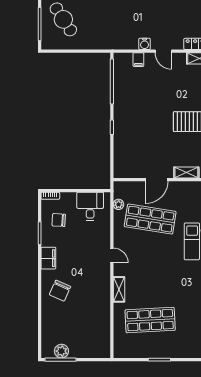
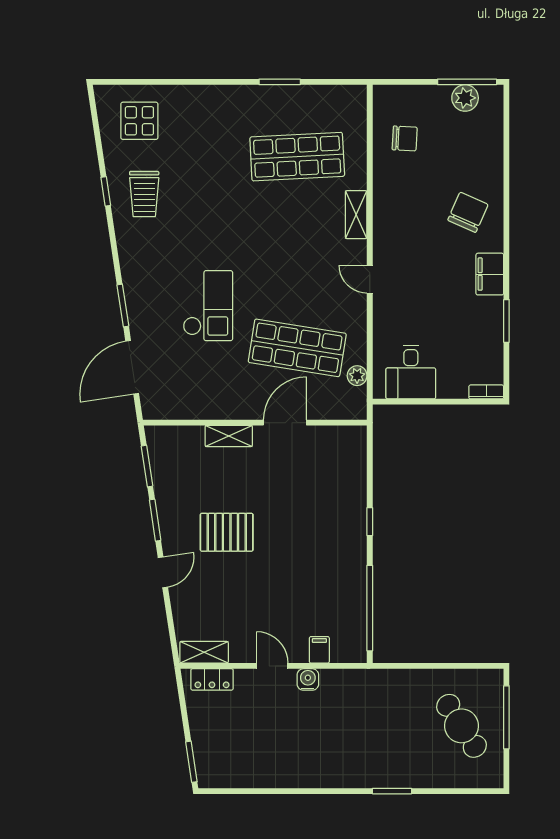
chair: (59, 220) -> (405, 138), moved

